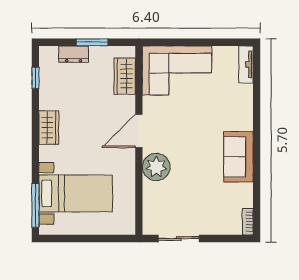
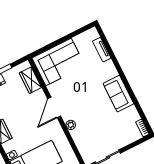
tv unit: (246, 64) -> (102, 50), moved
plant: (156, 167) -> (71, 125), width x0.53, depth x0.53

